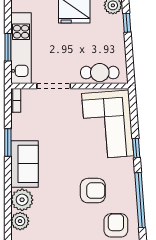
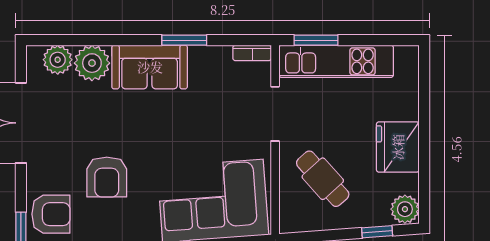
window: (8, 47) -> (316, 40), moved
cafe table: (100, 73) -> (323, 179), moved, turned -42

